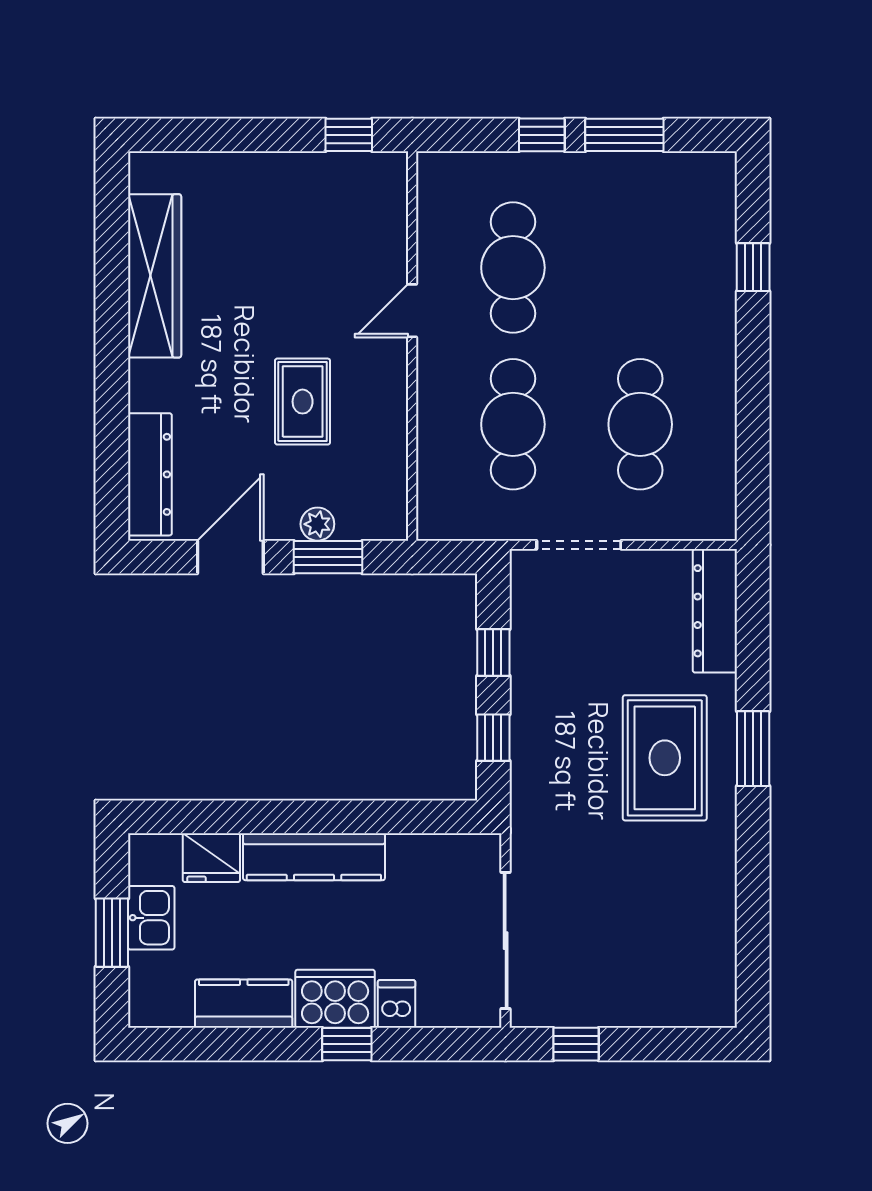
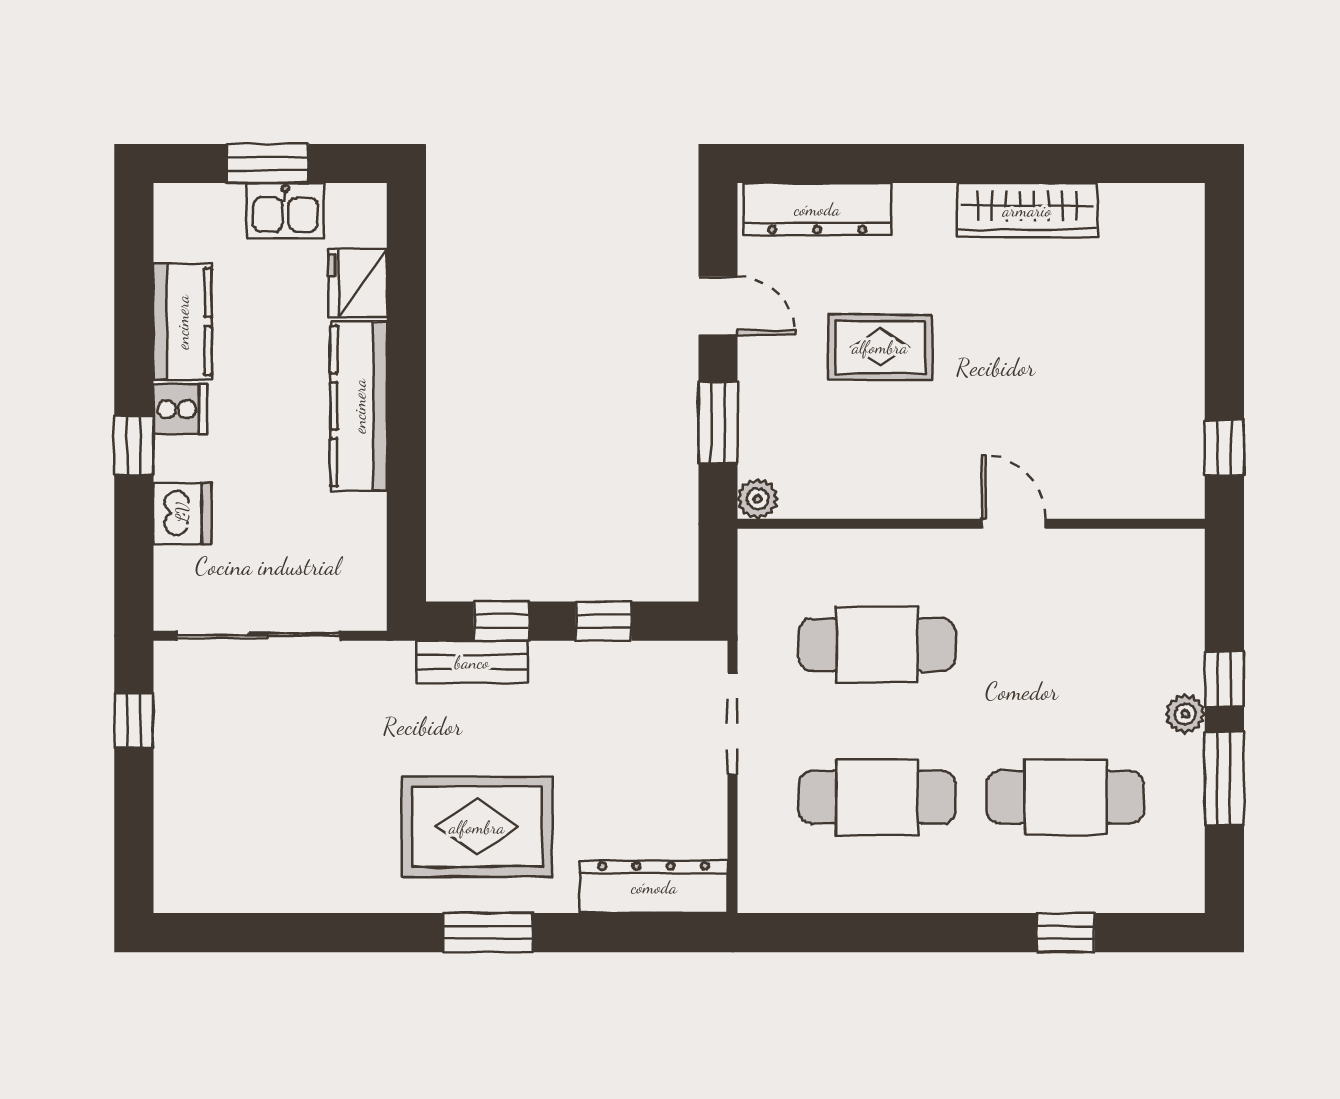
plant: (571, 167) -> (1185, 714), added
cafe table: (513, 268) -> (1065, 797), moved
wardrobe: (155, 276) -> (1027, 210), width x0.71, depth x0.85
rug: (303, 402) -> (880, 347), moved
plant: (317, 524) -> (758, 499), moved
door: (230, 557) -> (718, 306), width x0.73
bench: (527, 762) -> (472, 662), added
cooker: (335, 999) -> (180, 409), width x0.53, depth x0.76
dishwasher: (397, 1004) -> (182, 513), width x1.38

